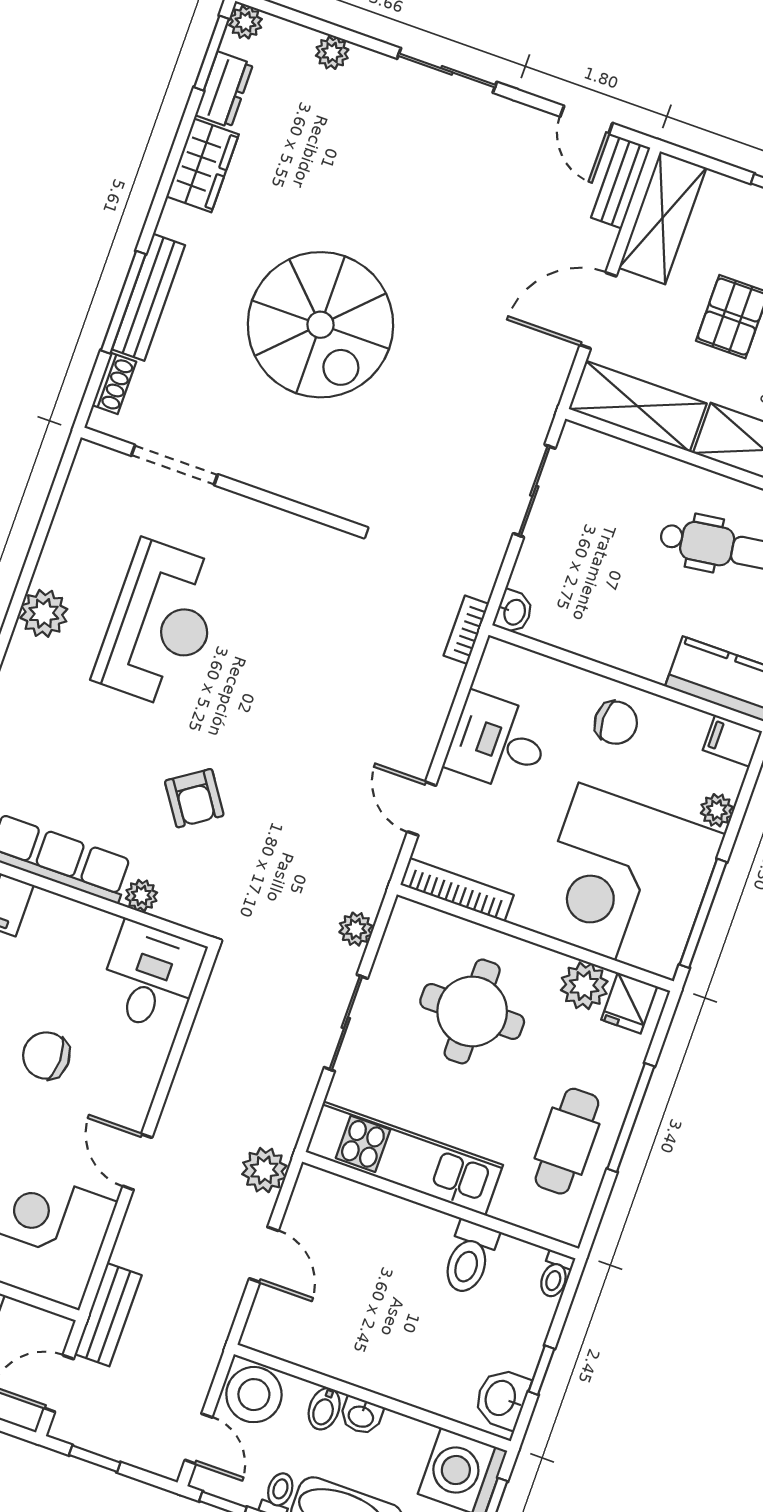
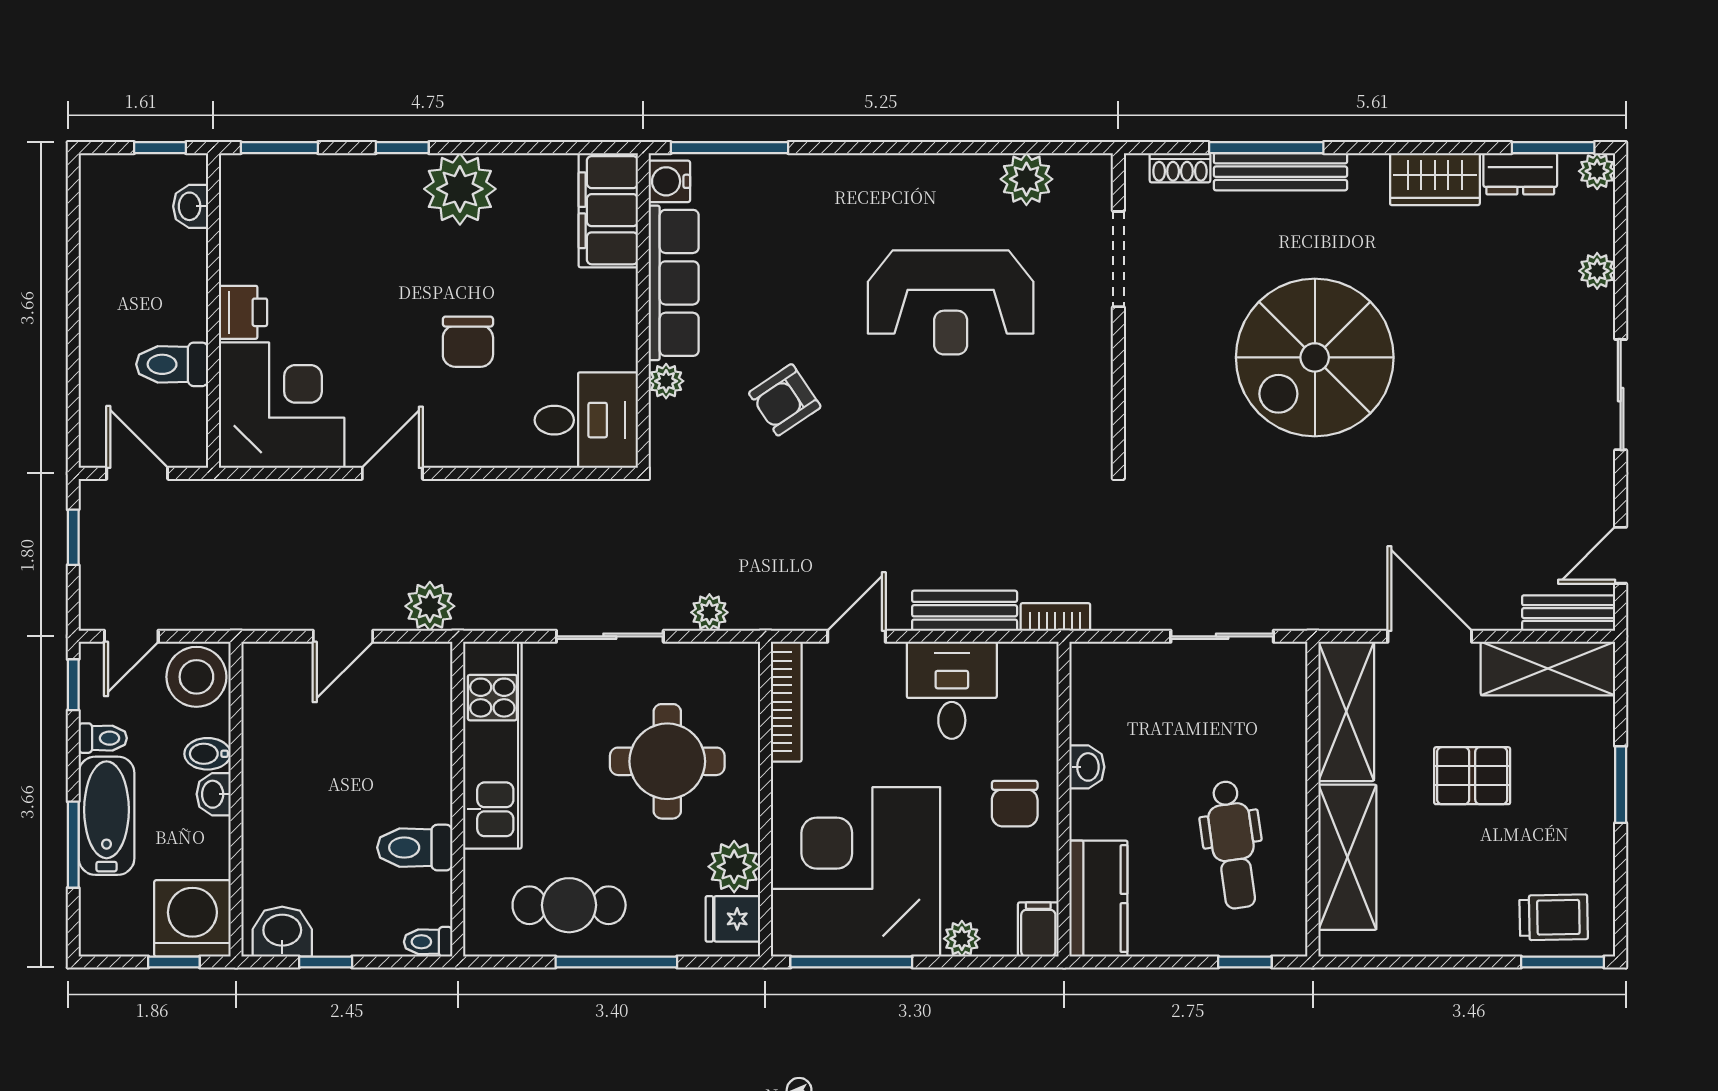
washbasin: (514, 612) -> (1087, 767), moved, turned -90
plant: (44, 613) -> (1026, 179), moved
chair: (46, 1056) -> (468, 342), turned 180
bench: (108, 1315) -> (965, 611), moved

